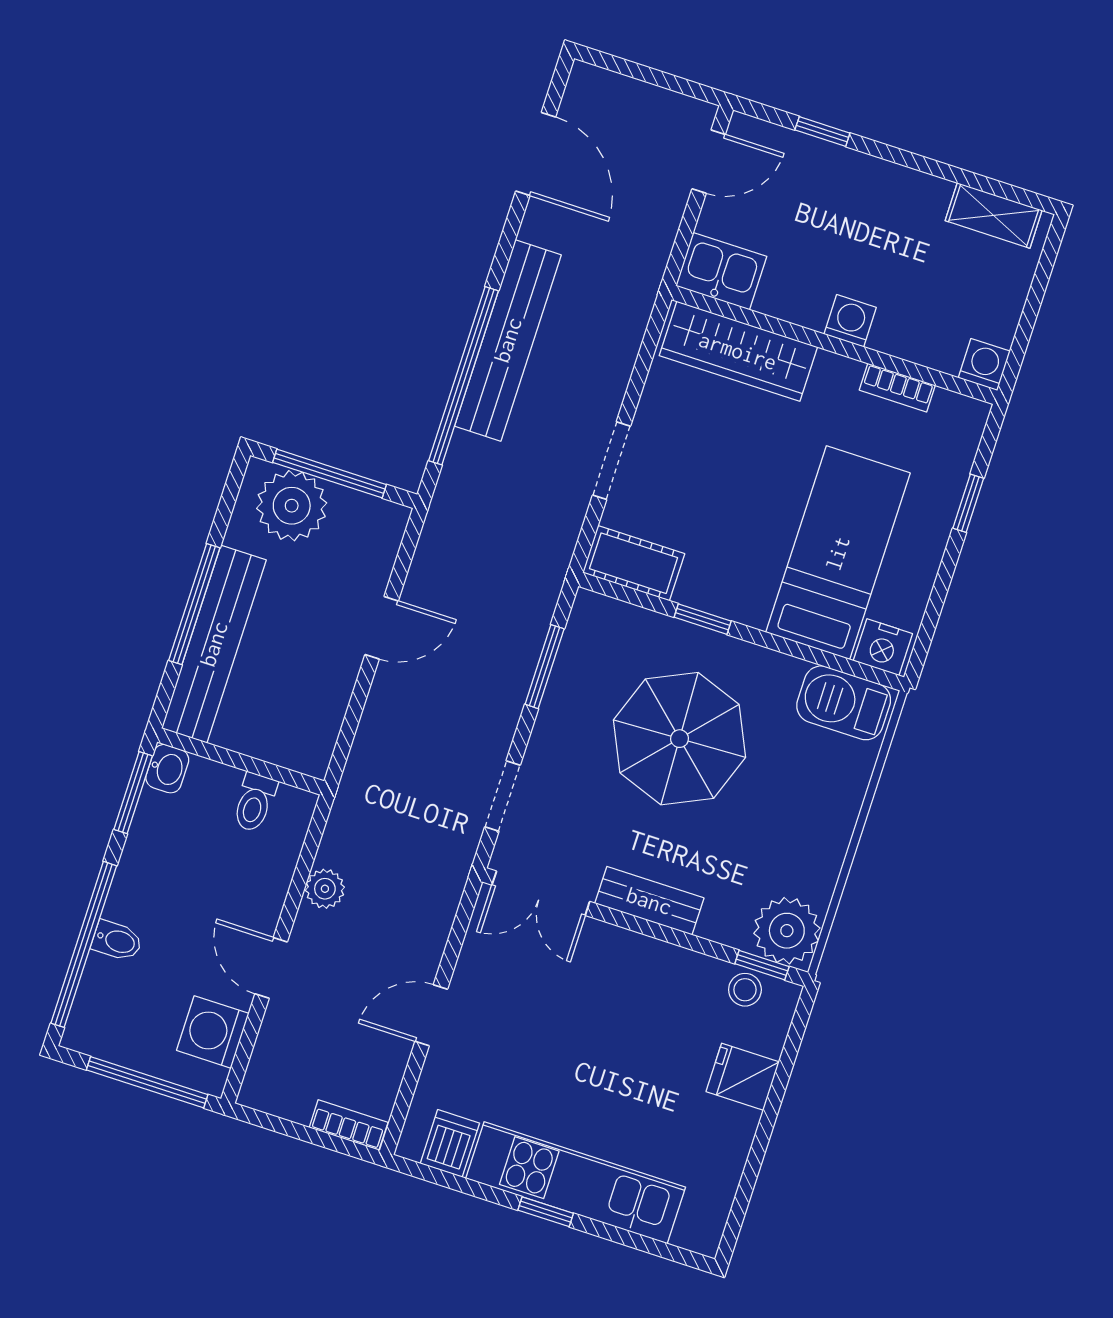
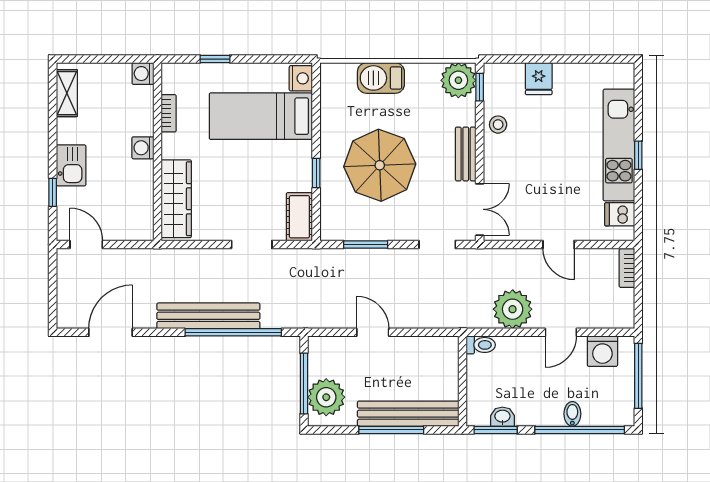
kitchen sink: (721, 271) -> (71, 165), moved, turned 180
barbecue: (844, 703) -> (381, 78), moved, turned 90
washbasin: (167, 769) -> (502, 417), moved
toilet: (254, 802) -> (481, 345), moved
plant: (325, 889) -> (513, 309), width x1.88, depth x1.88
stool: (745, 990) -> (498, 125), moved

